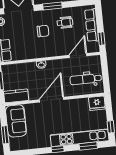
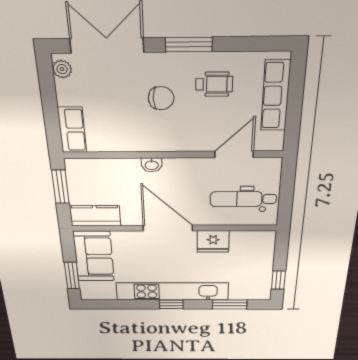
window: (101, 39) -> (293, 125), removed
door: (52, 100) -> (168, 228), hinge flipped
fridge: (97, 103) -> (213, 241), moved
kitchen unit: (80, 138) -> (172, 291), moved

